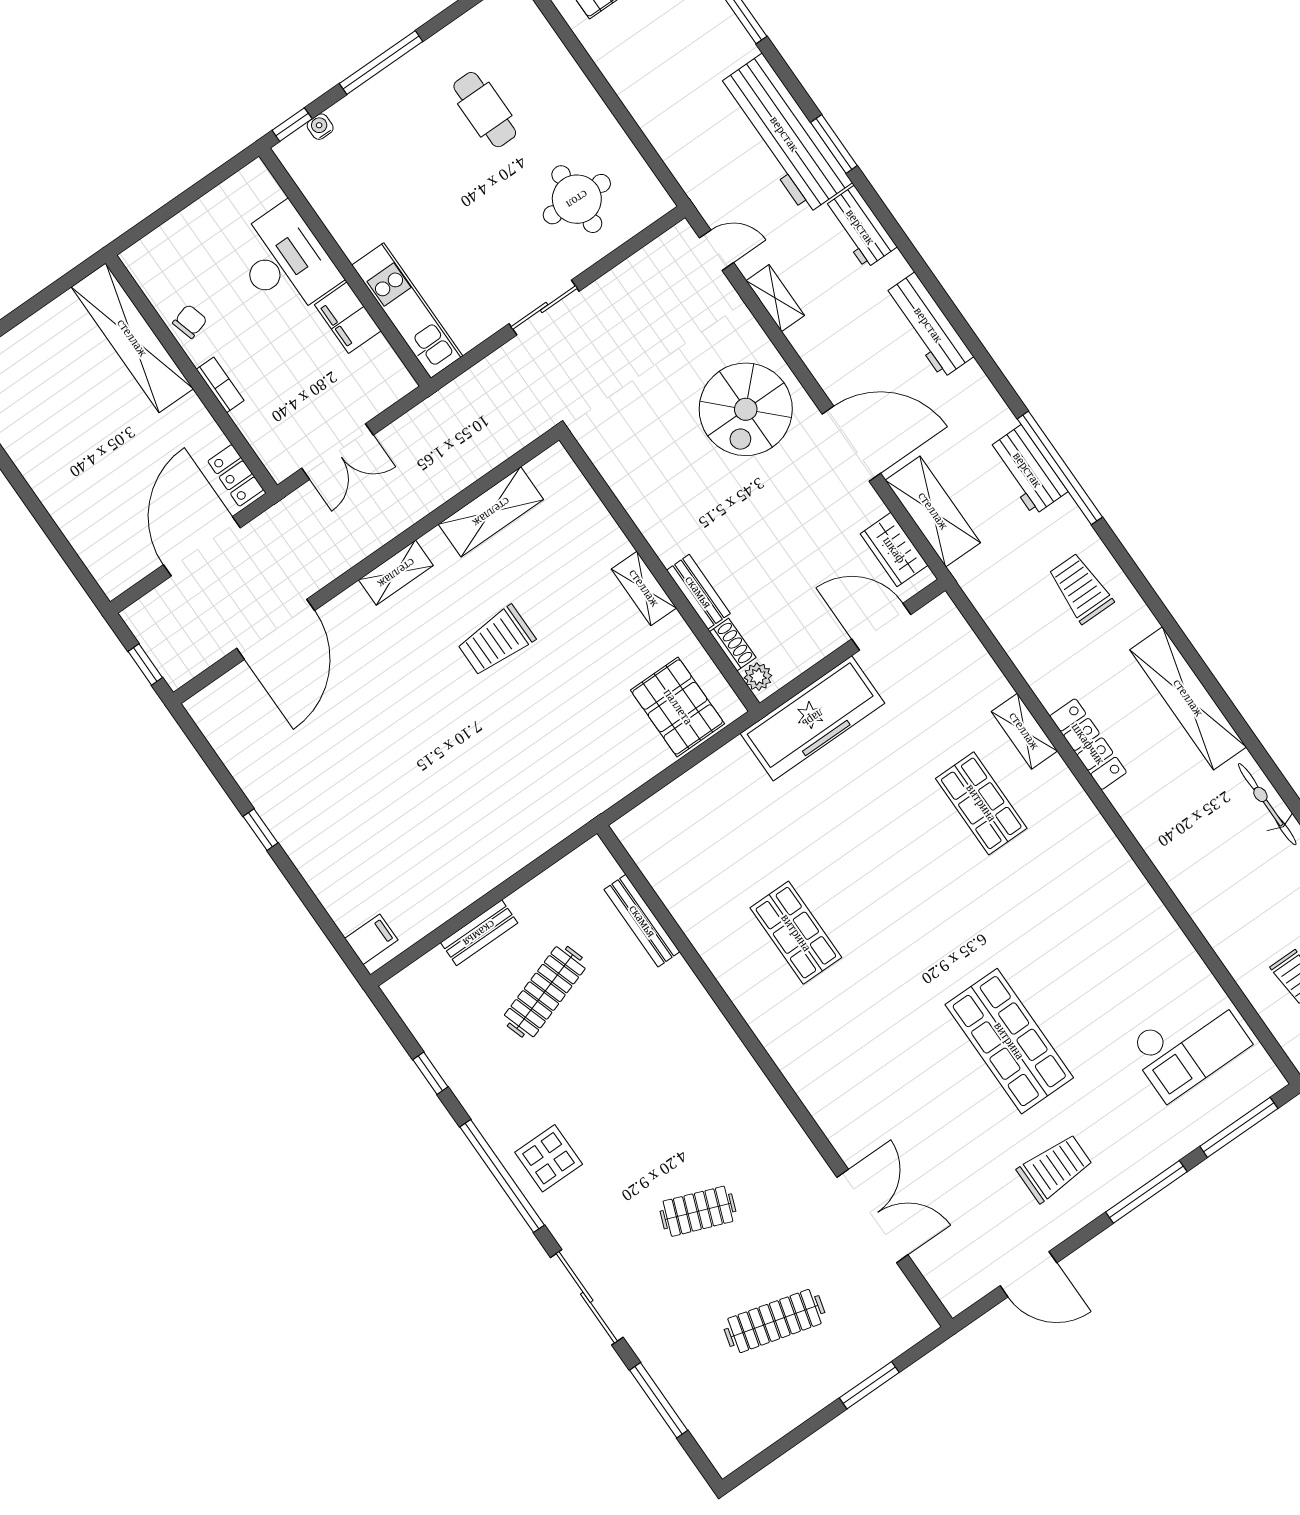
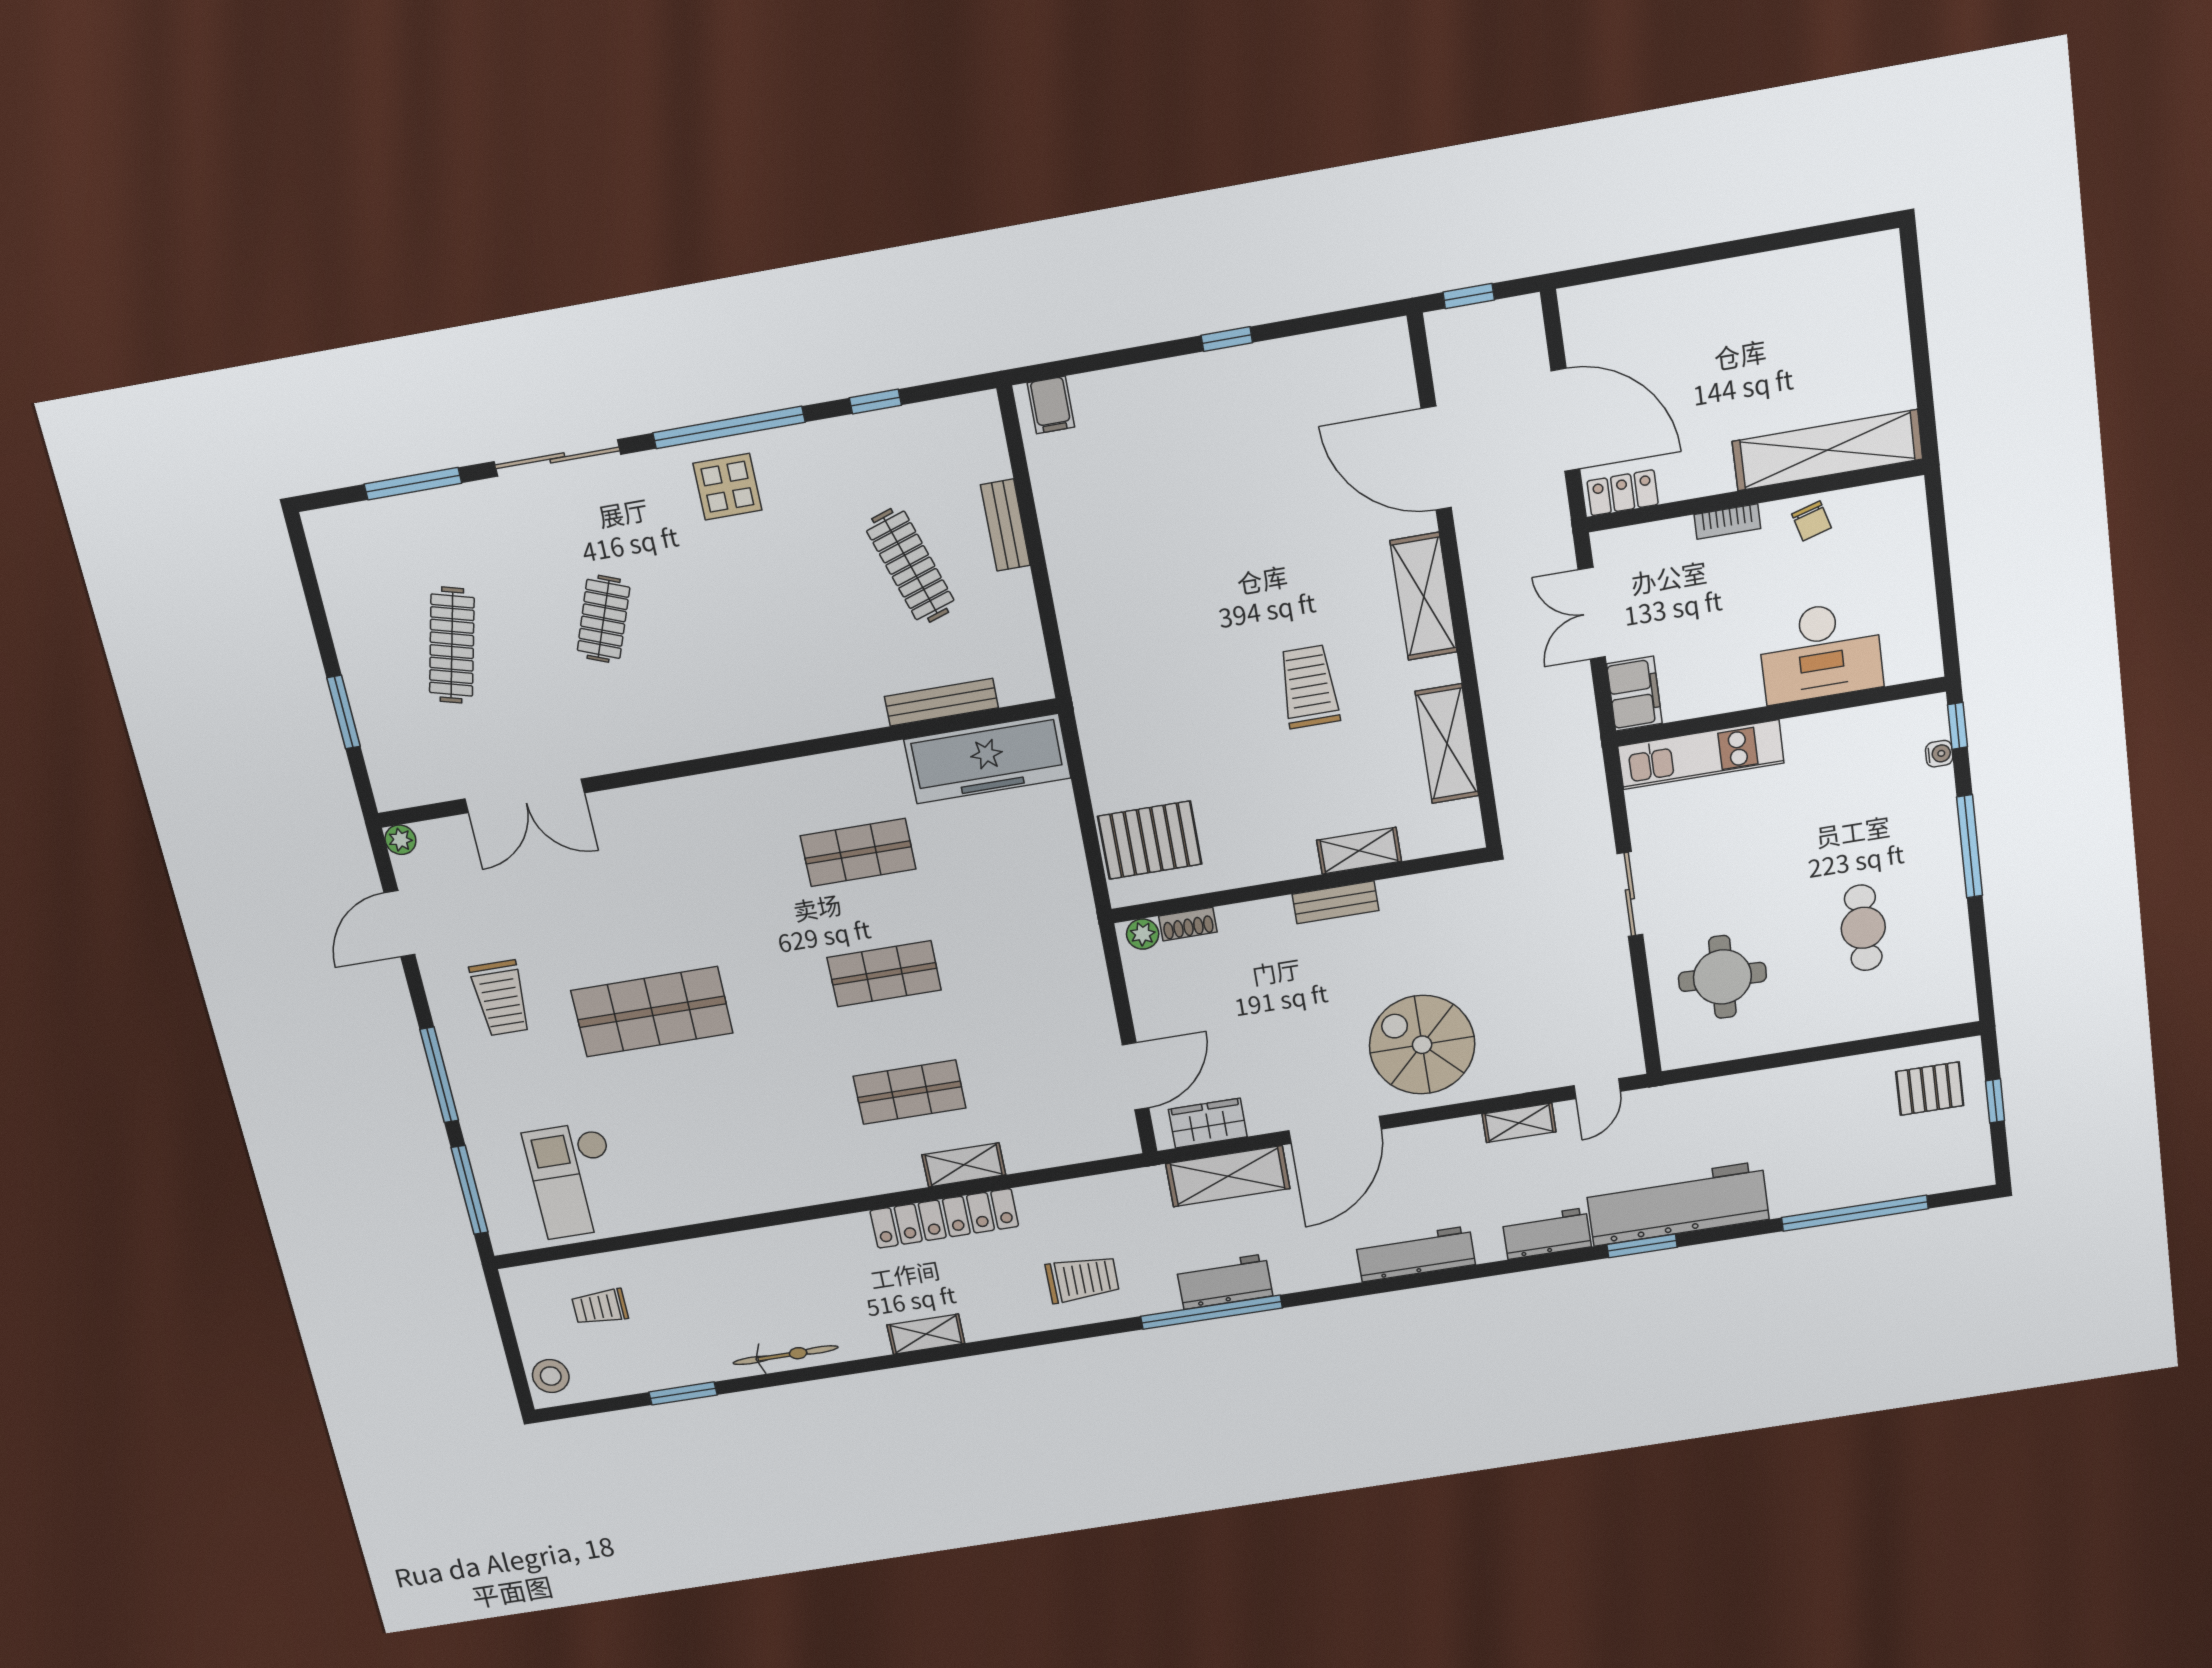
cafe table: (485, 110) -> (1863, 928), turned 90
filing cabinet: (348, 318) -> (1634, 694), moved, turned 90
shelving: (396, 573) -> (1424, 596), width x1.50, depth x1.33
shelving: (644, 588) -> (1359, 851), moved
bench: (698, 592) -> (1335, 902), moved
shelving: (1188, 698) -> (926, 1334), width x0.45, depth x0.75
freezer: (813, 718) -> (987, 759), moved, turned -90
locker: (1088, 744) -> (944, 1218), width x1.41, depth x1.21
shop shelf: (889, 868) -> (884, 974), added
plant: (956, 1300) -> (400, 840), added

